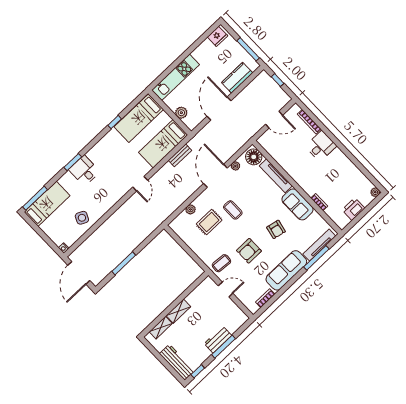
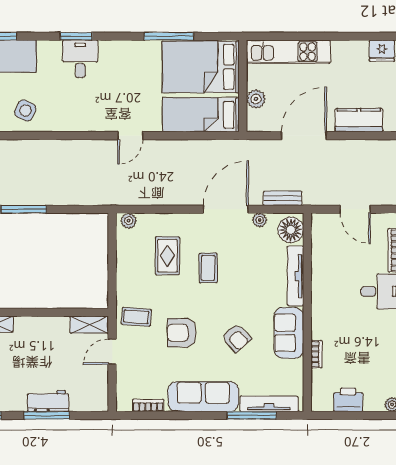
bed: (139, 118) -> (201, 67), width x1.50
window: (115, 122) -> (169, 36), width x2.17
bench: (180, 155) -> (283, 198), moved
plant: (190, 209) -> (129, 221), moved
rug: (209, 222) -> (167, 256), turned 90
armchair: (276, 229) -> (237, 338), turned -54
door: (226, 289) -> (112, 352), swing flipped
shelving: (178, 311) -> (89, 325), moved

